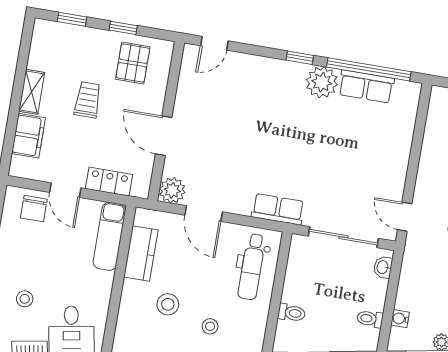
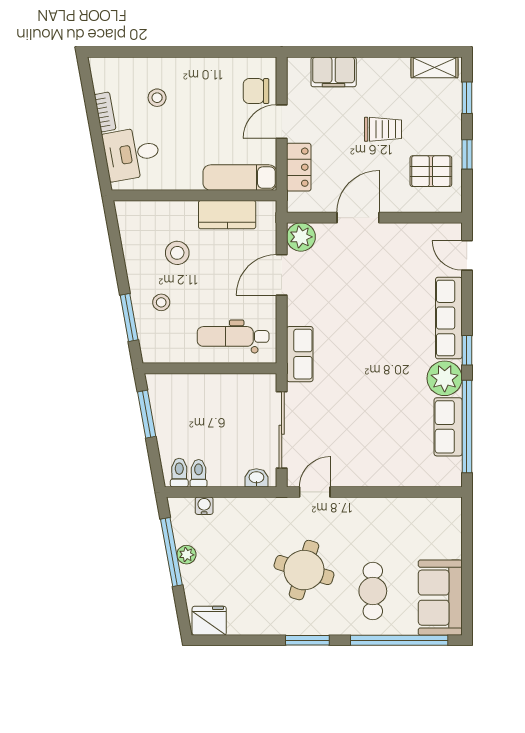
row of seats: (268, 69) -> (449, 318), added
shelving: (32, 92) -> (434, 67), moved
toilet: (292, 313) -> (179, 473), moved, turned 180

